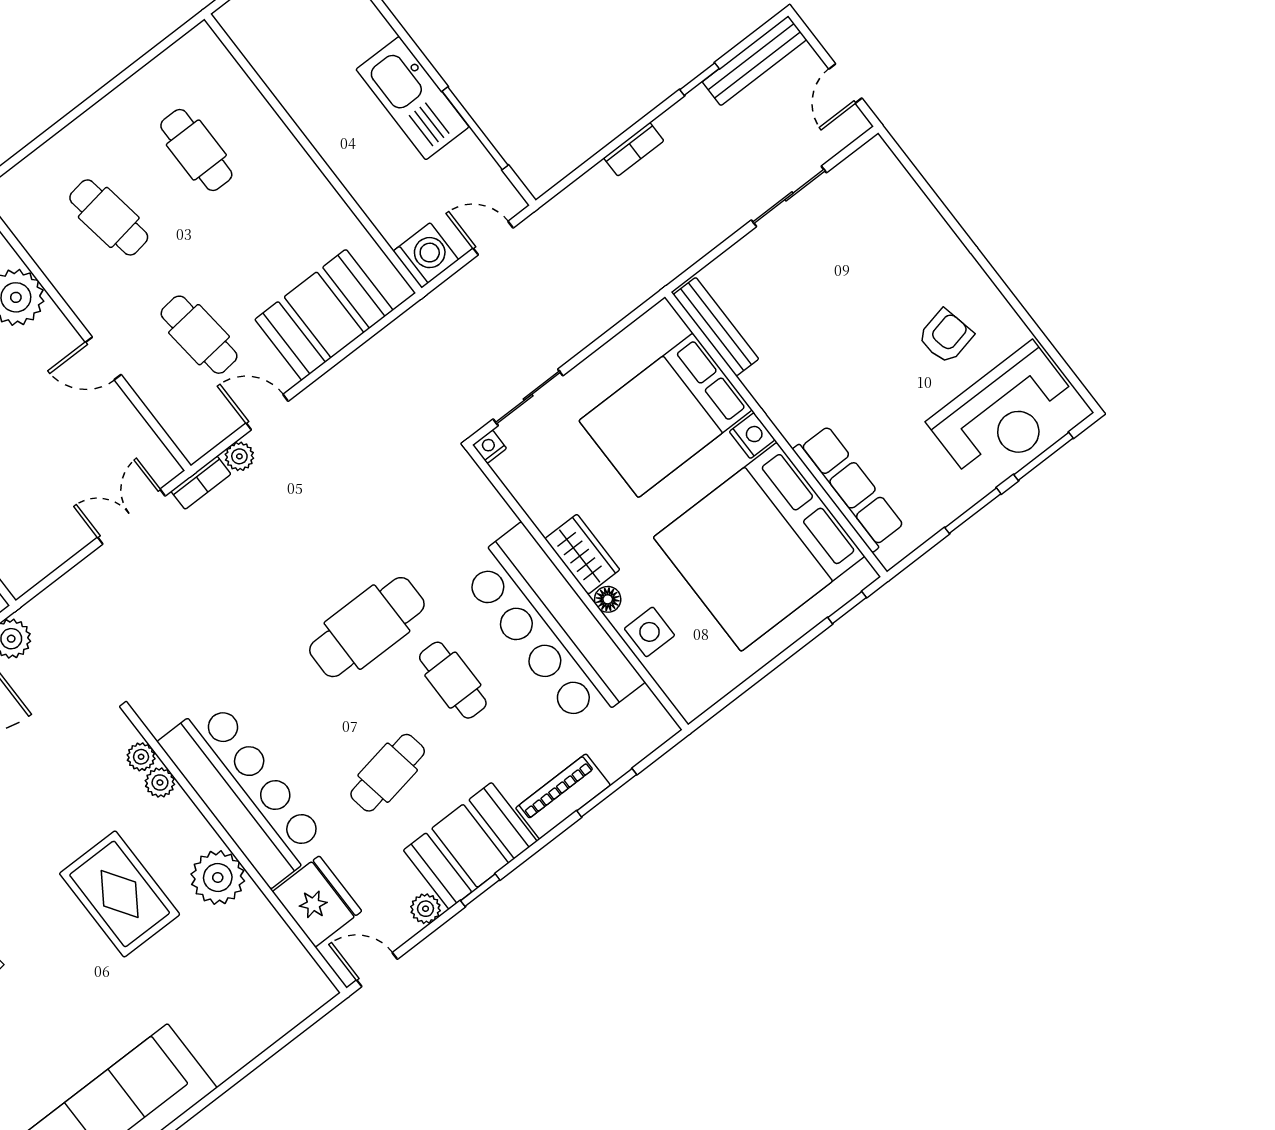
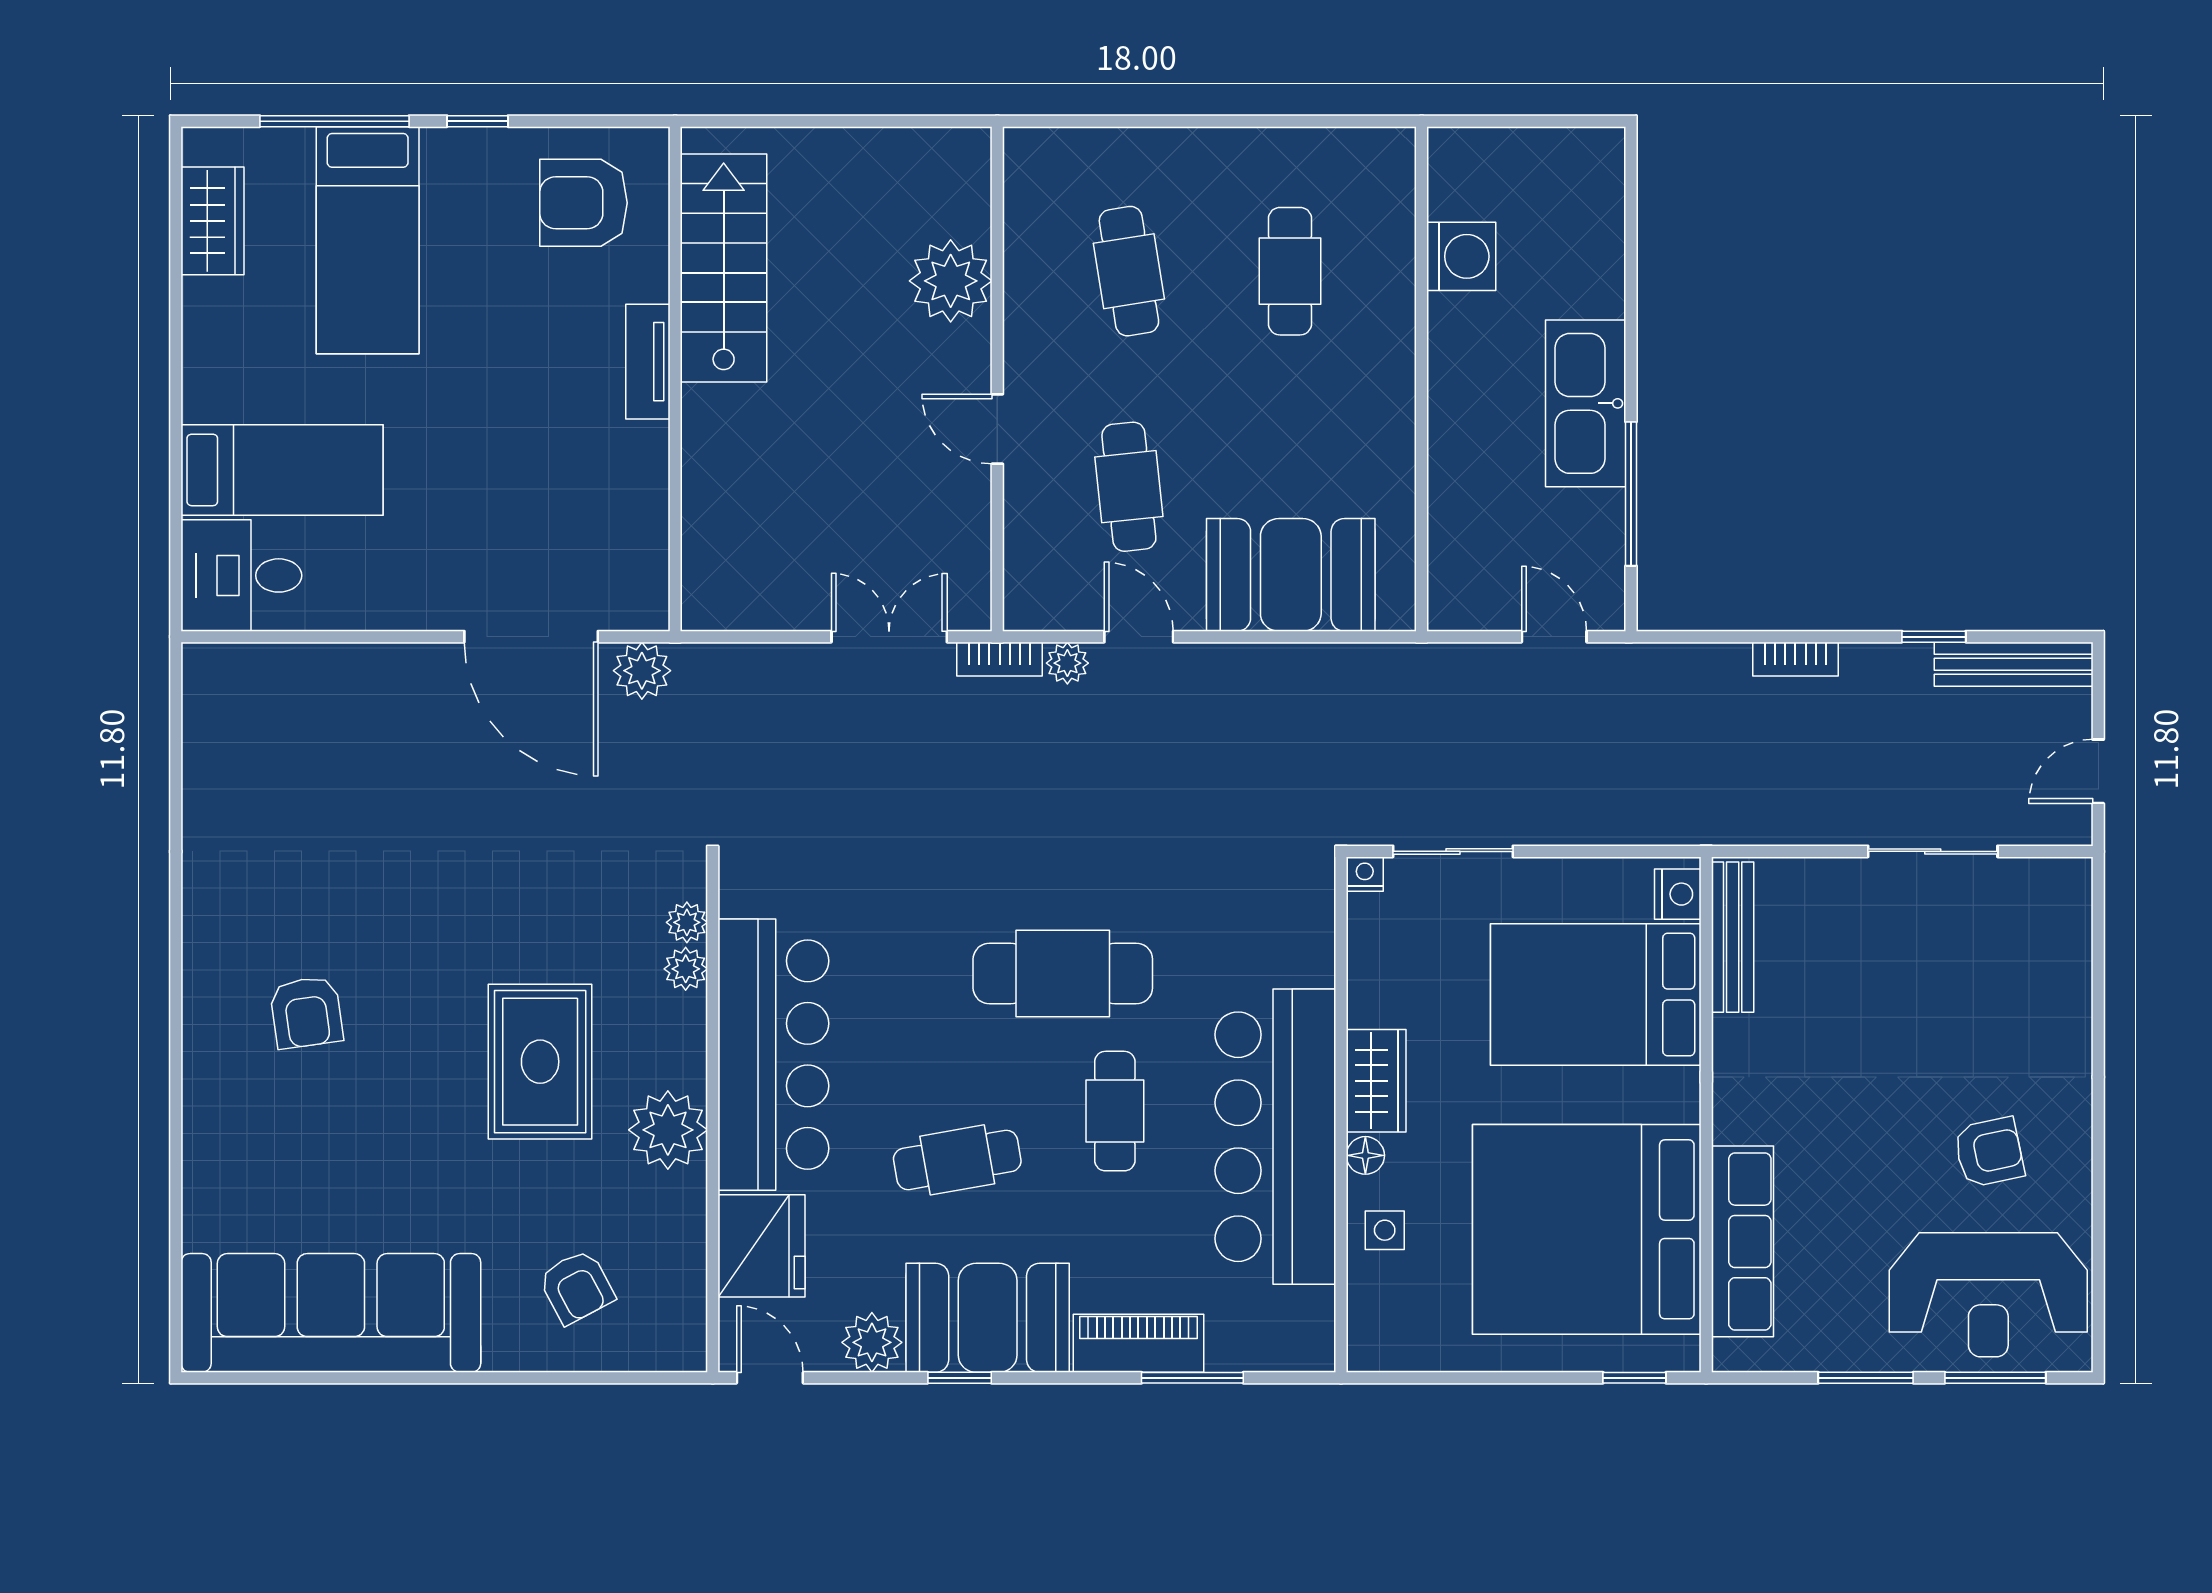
washing machine: (426, 255) -> (1461, 256), moved
nightstand: (752, 436) -> (1678, 894), moved
side table: (649, 632) -> (1385, 1230), width x0.73, depth x0.73
plant: (426, 909) -> (872, 1342), width x1.38, depth x1.38
armchair: (234, 1001) -> (577, 1287), added

